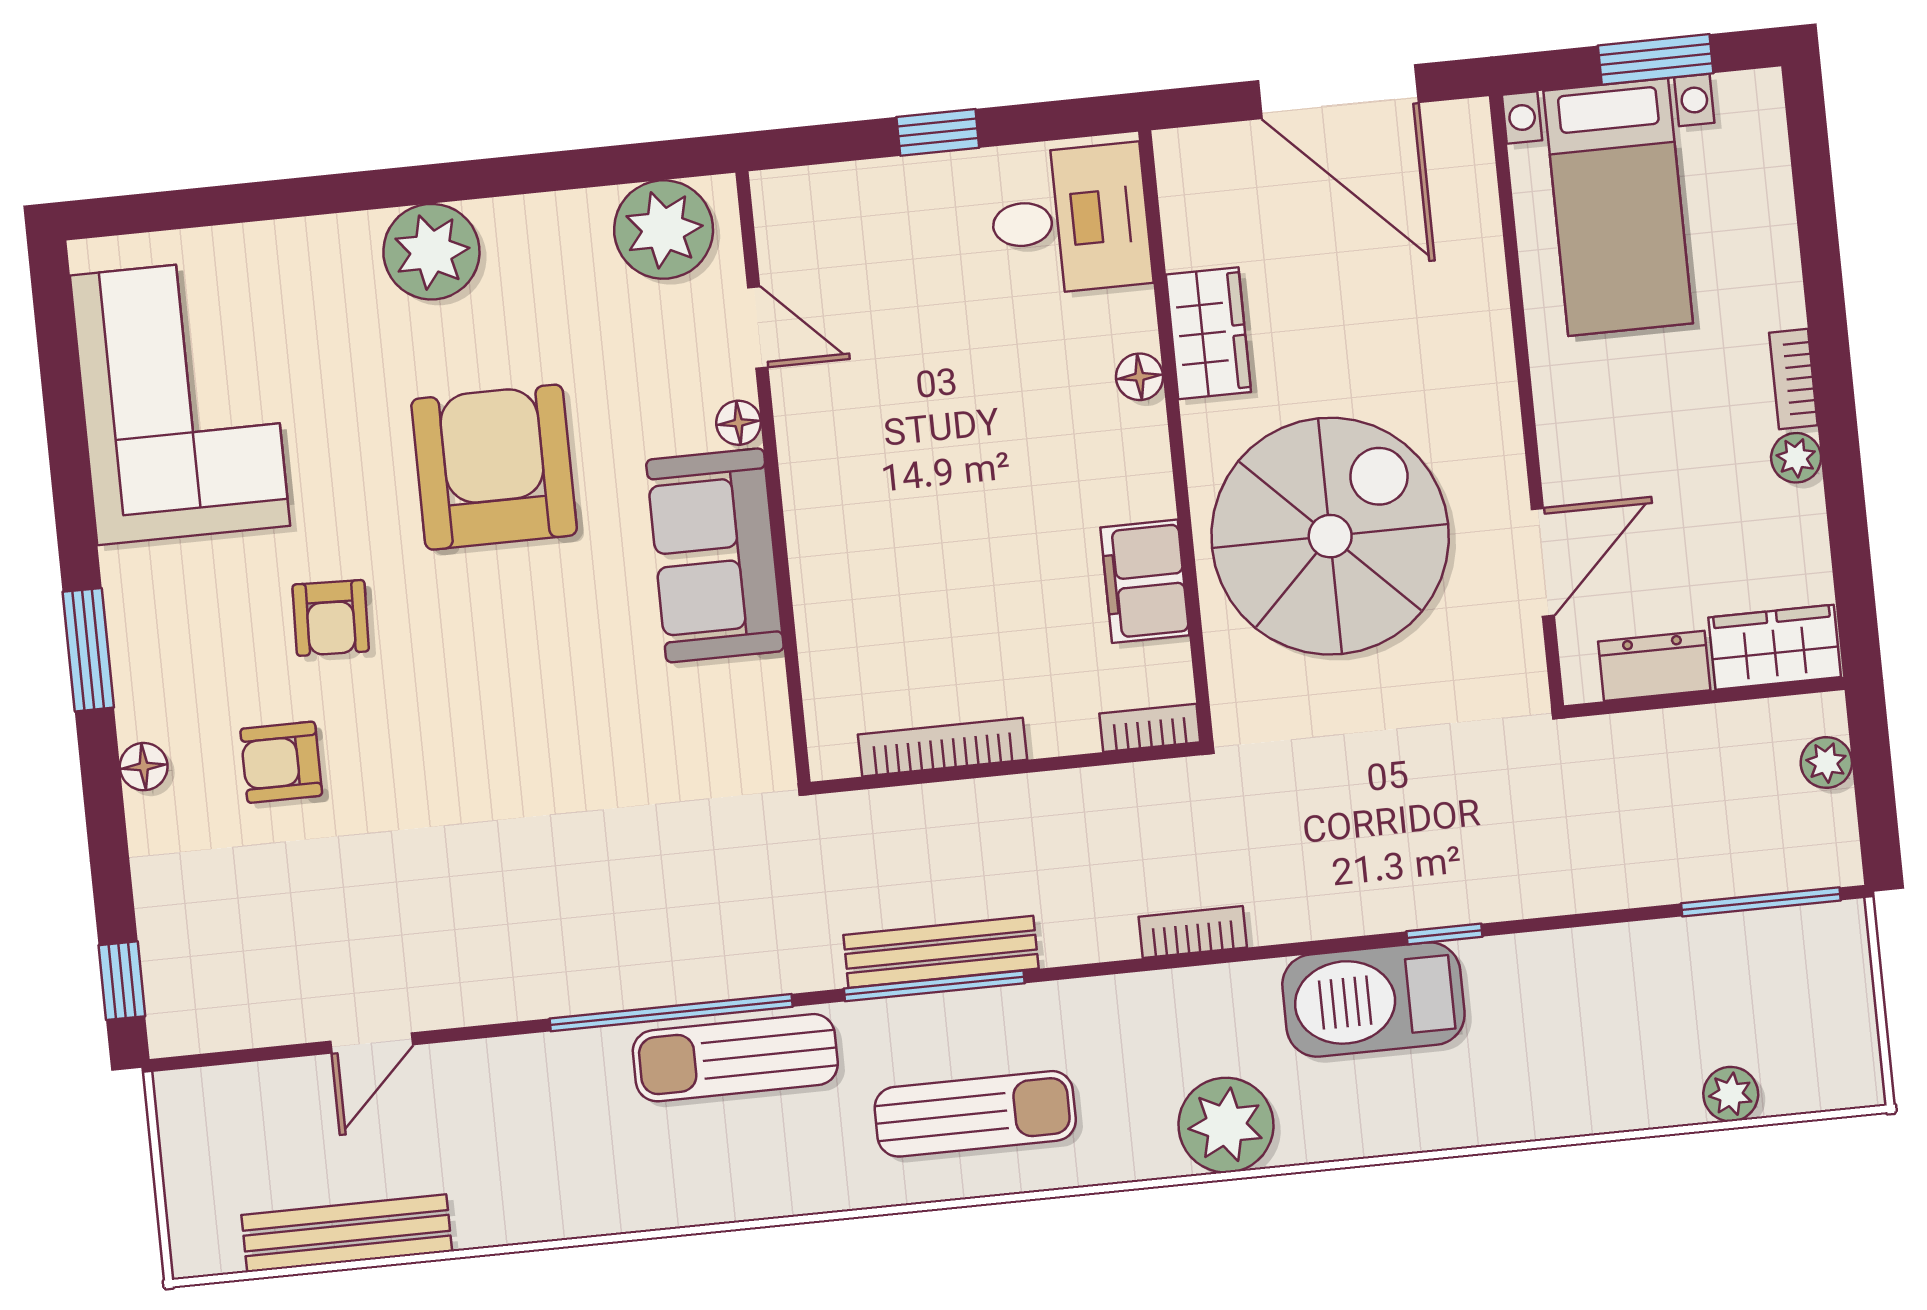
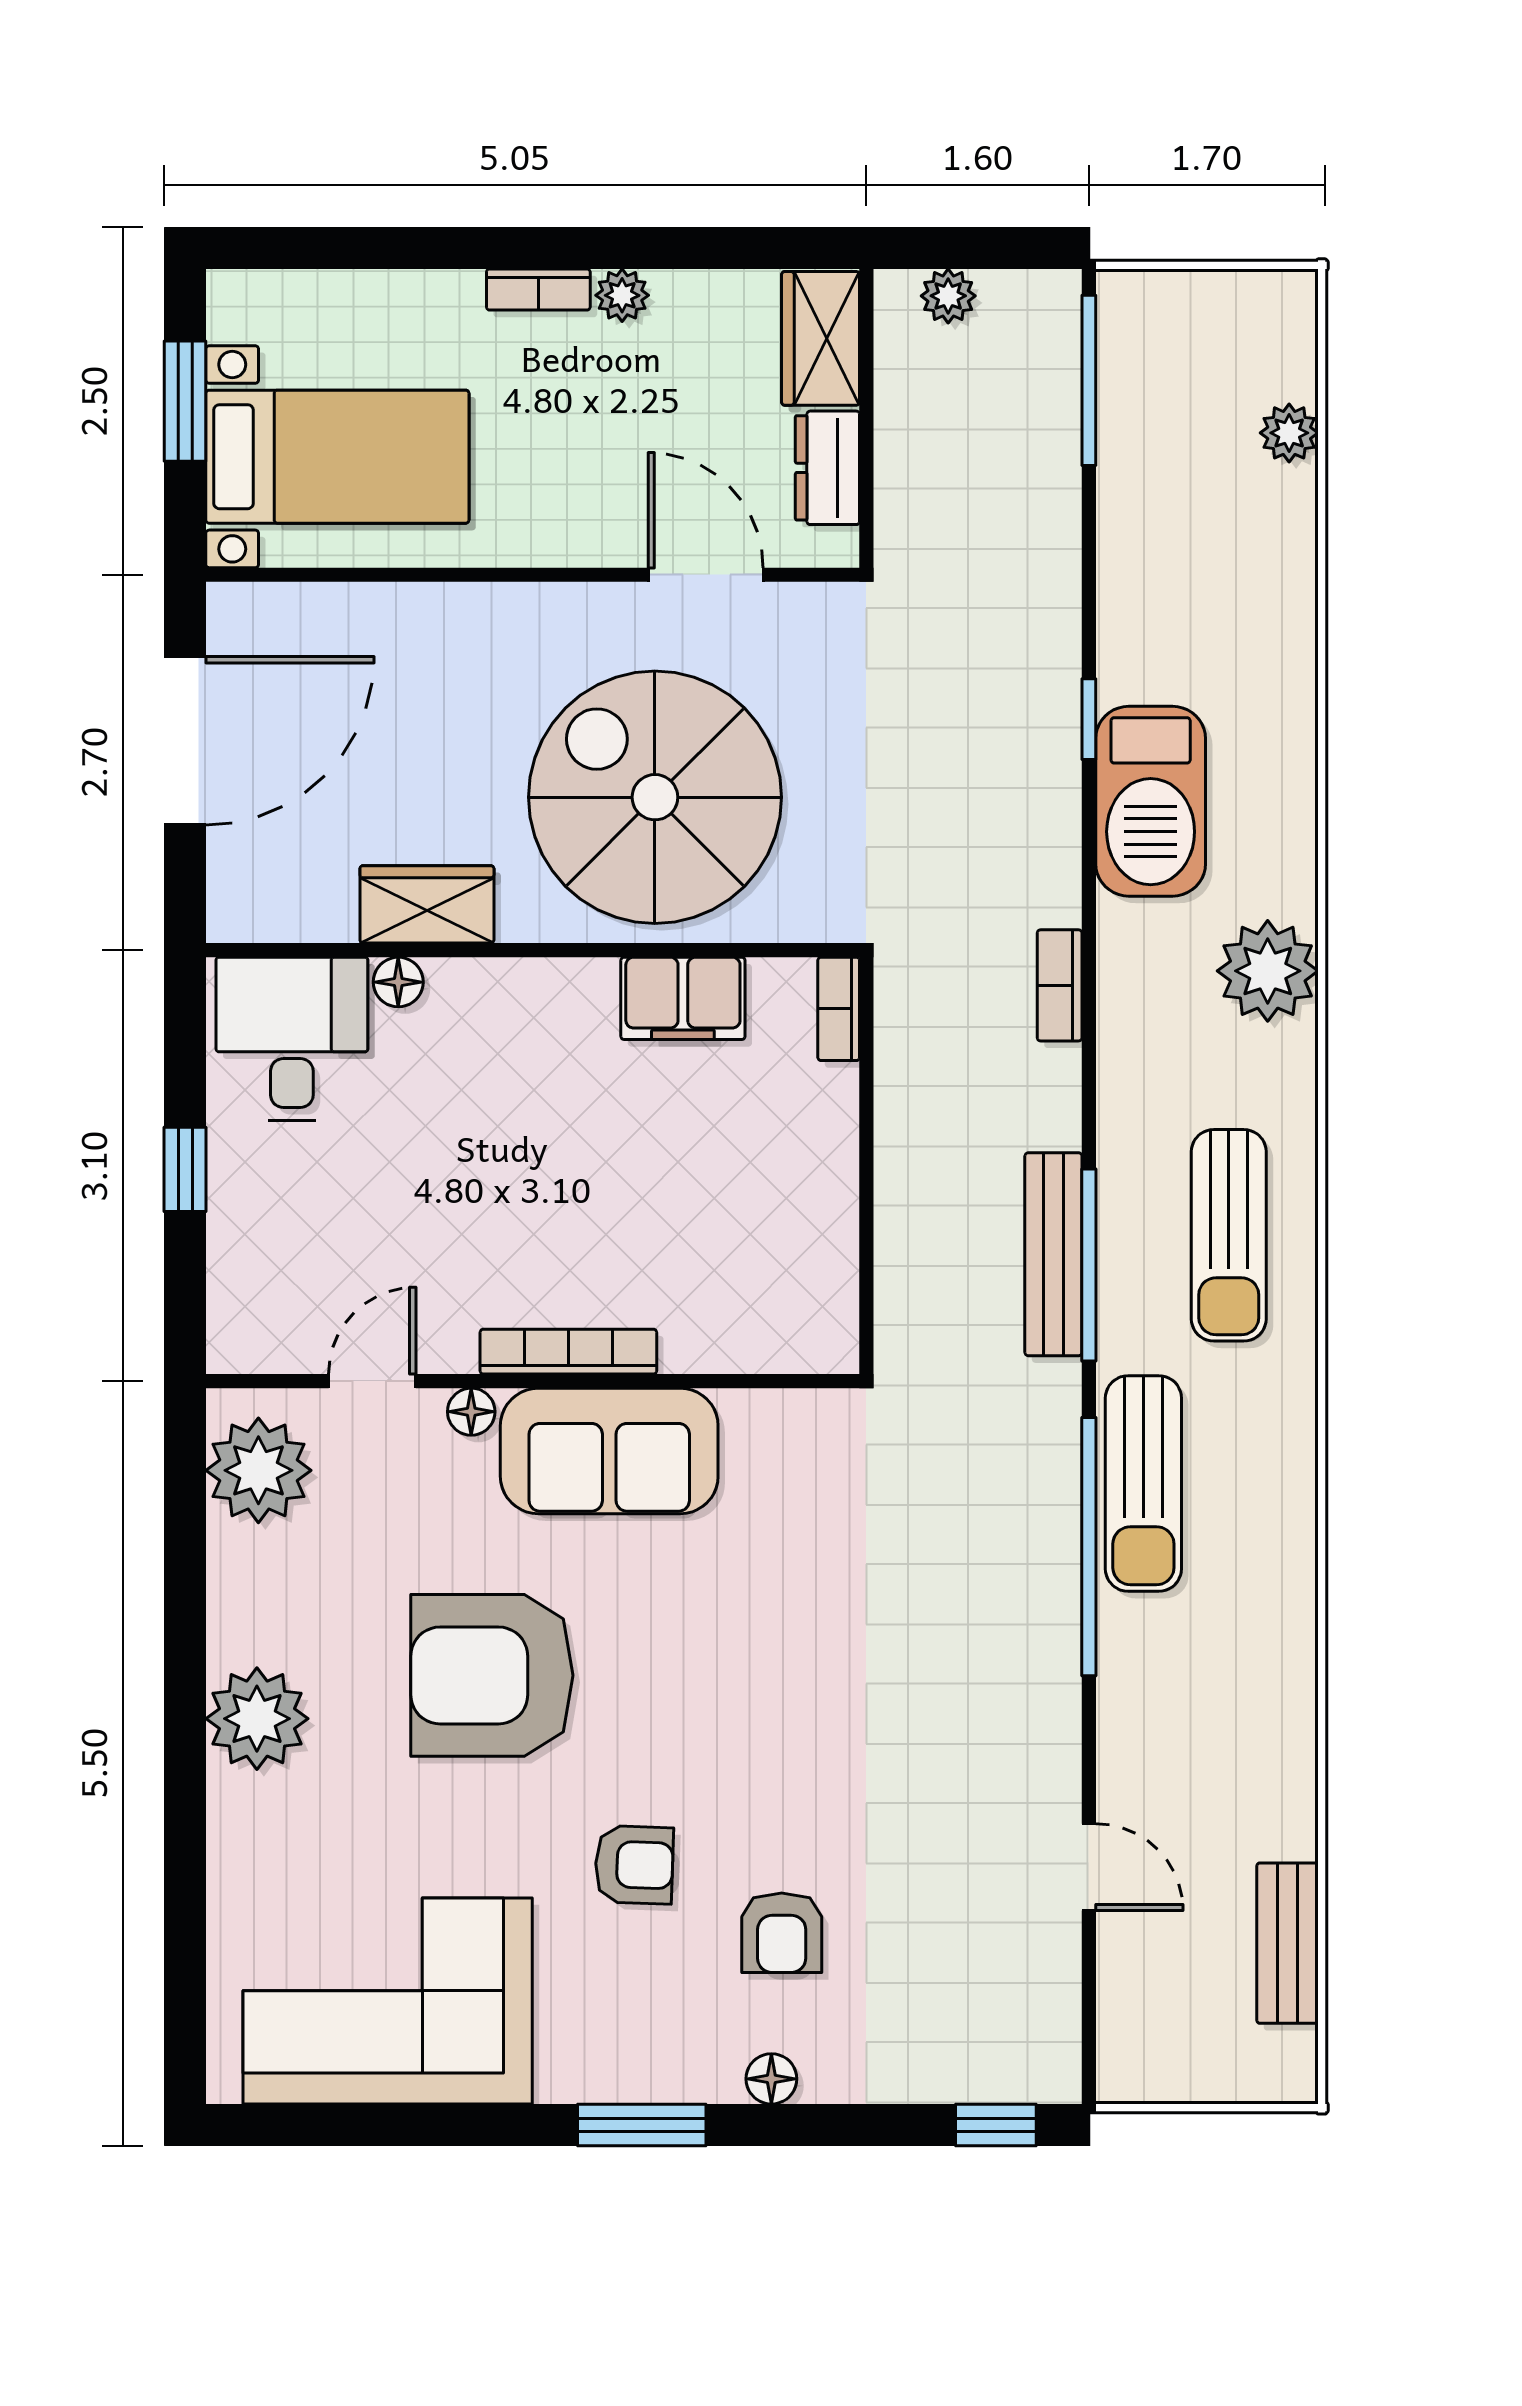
floor lamp: (1140, 377) -> (398, 982), moved
bookcase: (943, 747) -> (568, 1352), moved, turned 90
sun lounger: (975, 1114) -> (1229, 1235), turned 180
bench: (347, 1233) -> (1288, 1943), width x0.73

